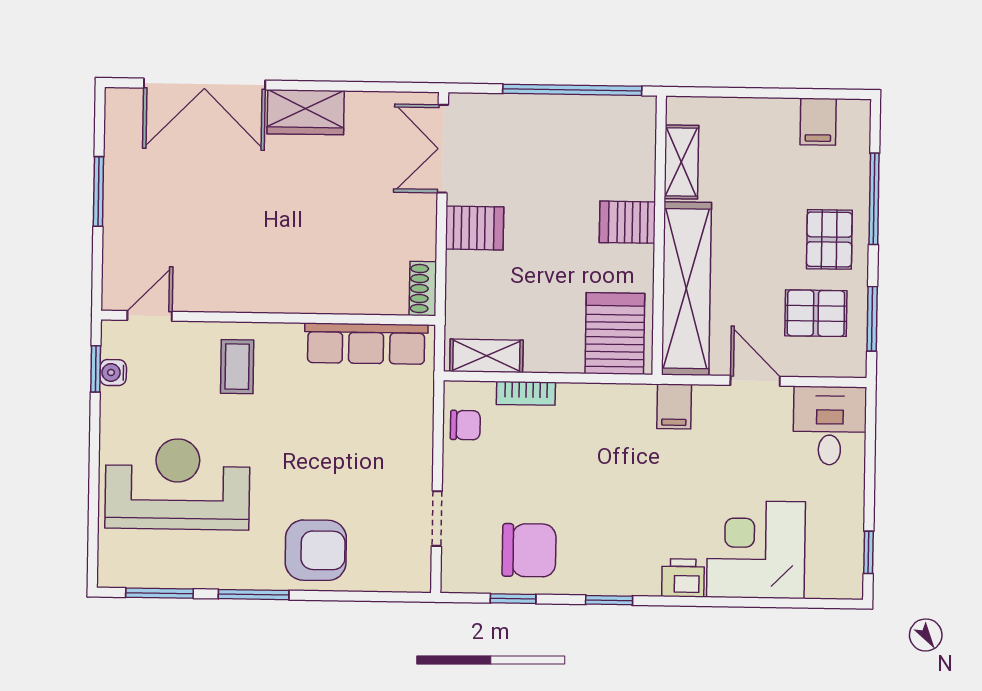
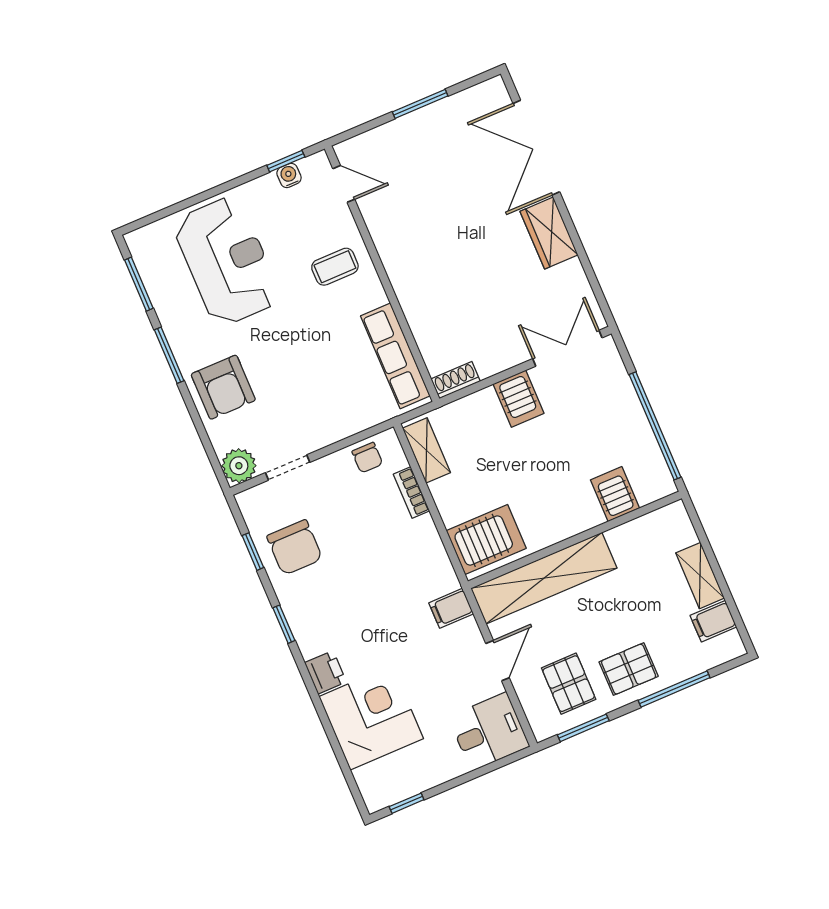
shelving: (681, 162) -> (700, 576), moved, turned 90
server rack: (627, 222) -> (615, 494), moved
plant: (411, 572) -> (239, 466), added

